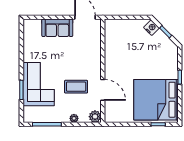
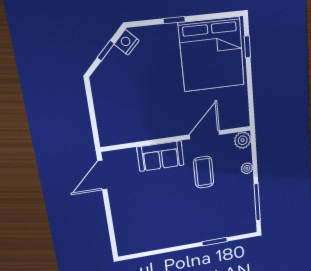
sofa: (57, 28) -> (161, 156), moved, turned 90
nightstand: (151, 28) -> (127, 42), moved
corner sofa: (39, 84) -> (205, 222), removed

